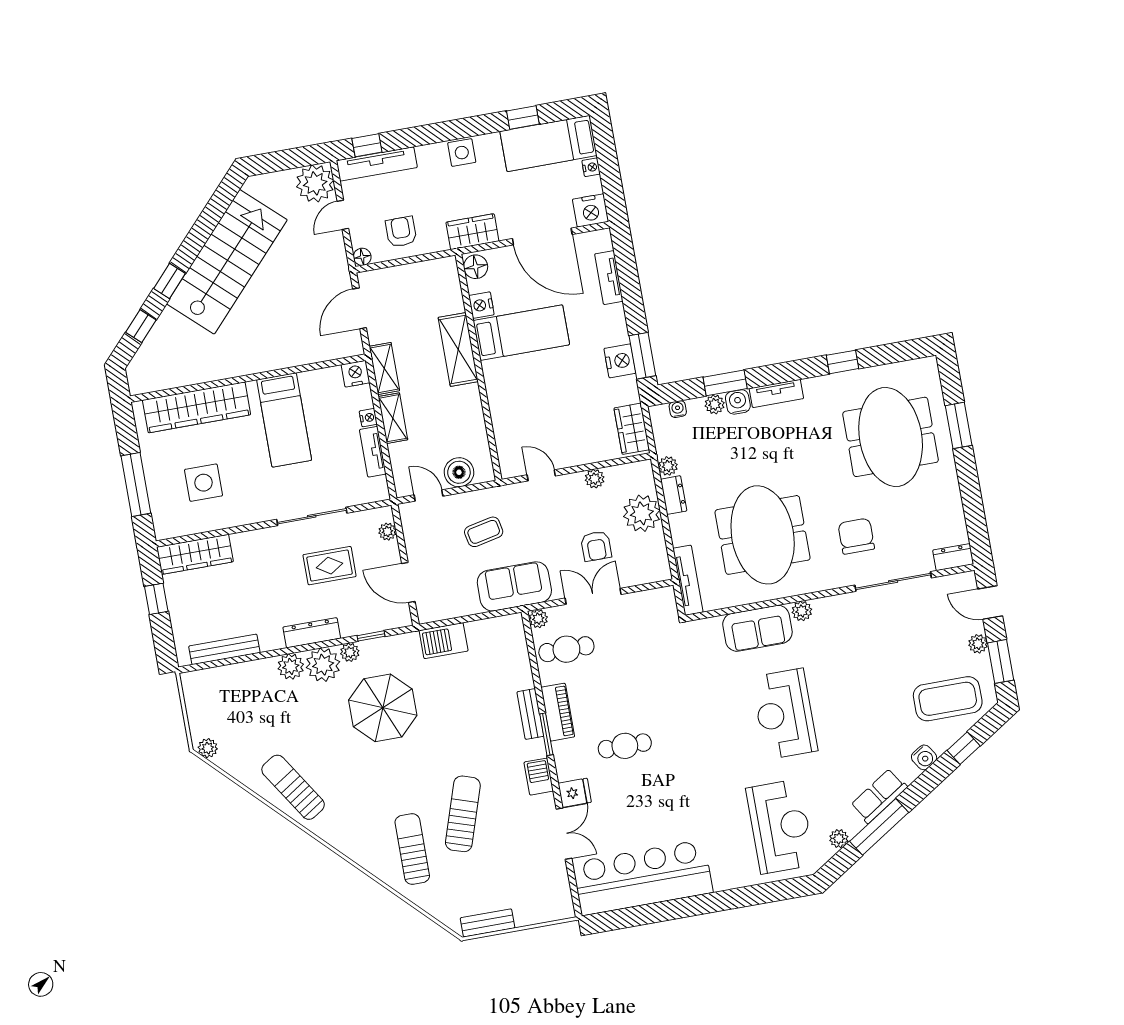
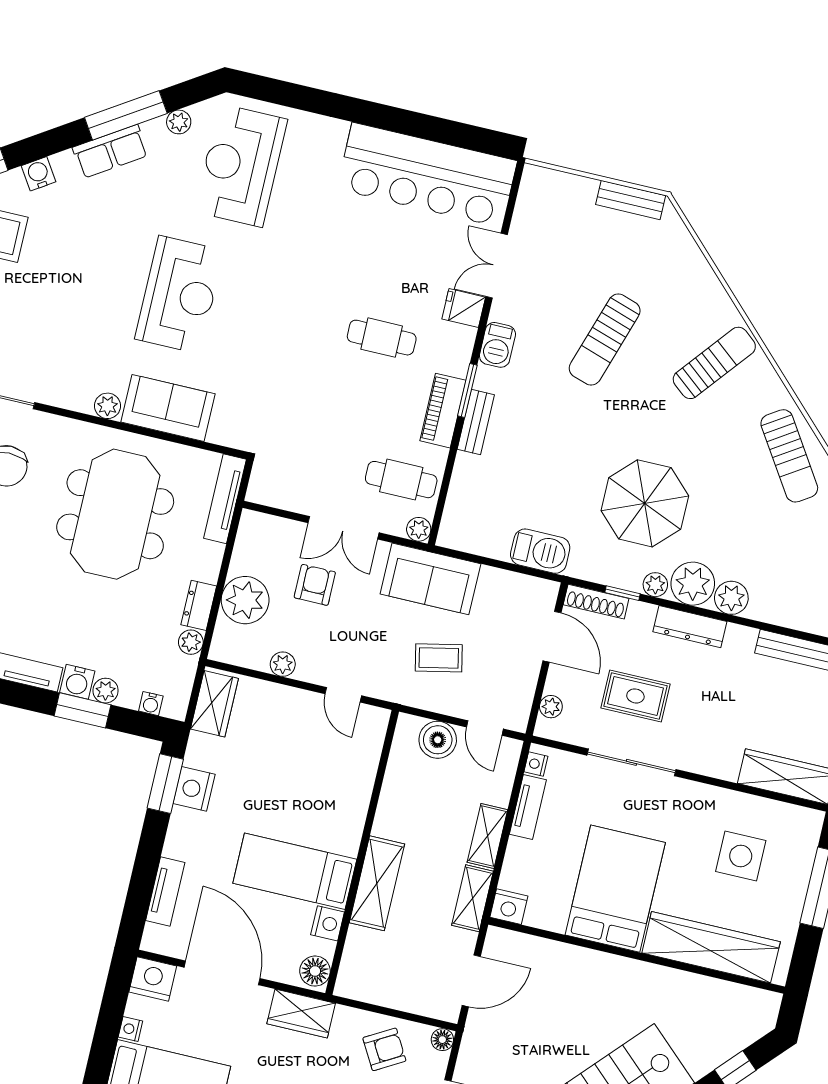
armchair: (401, 232) -> (384, 1049), turned -120
nightstand: (368, 418) -> (536, 764), moved
bed: (284, 420) -> (615, 889), width x1.50
shoe rack: (387, 622) -> (596, 602), added
sun lounger: (412, 849) -> (714, 363), moved, turned -141

